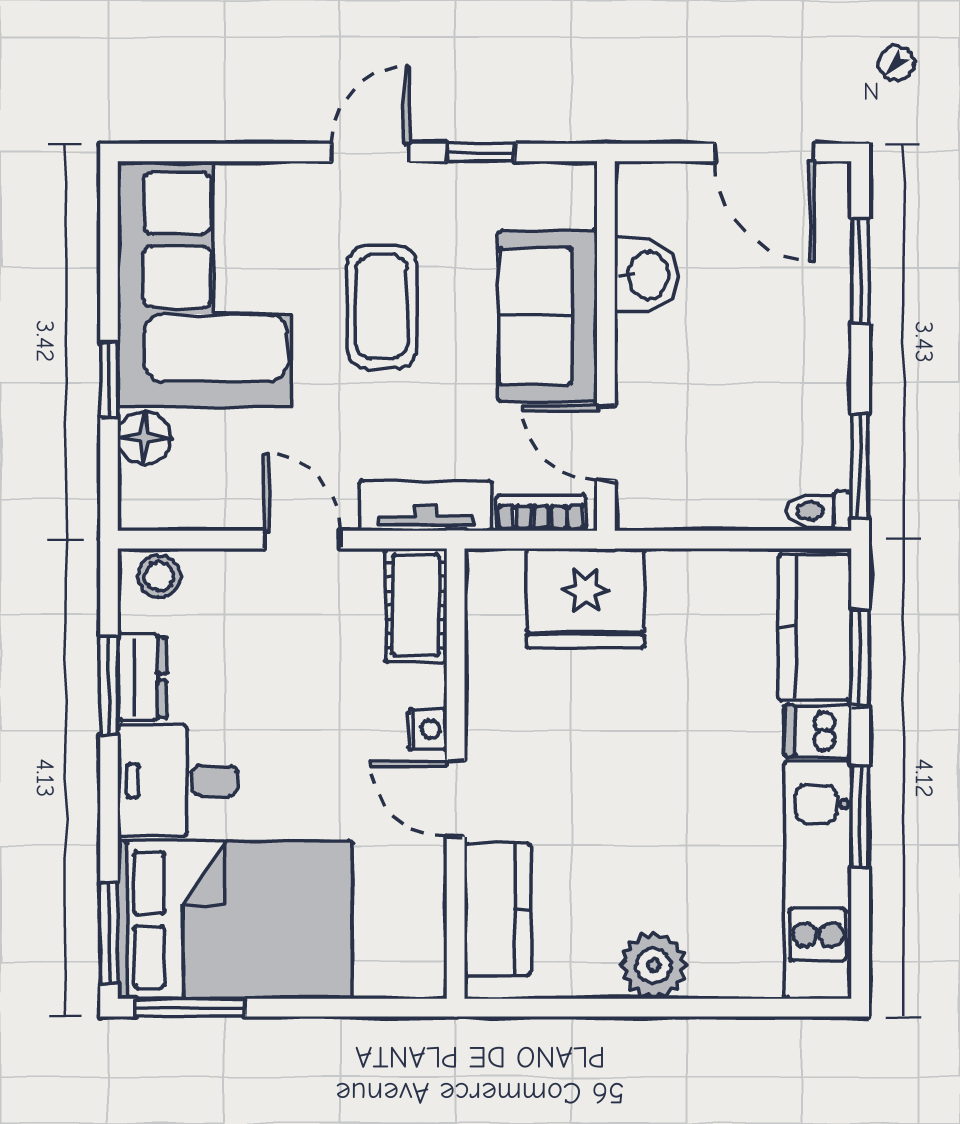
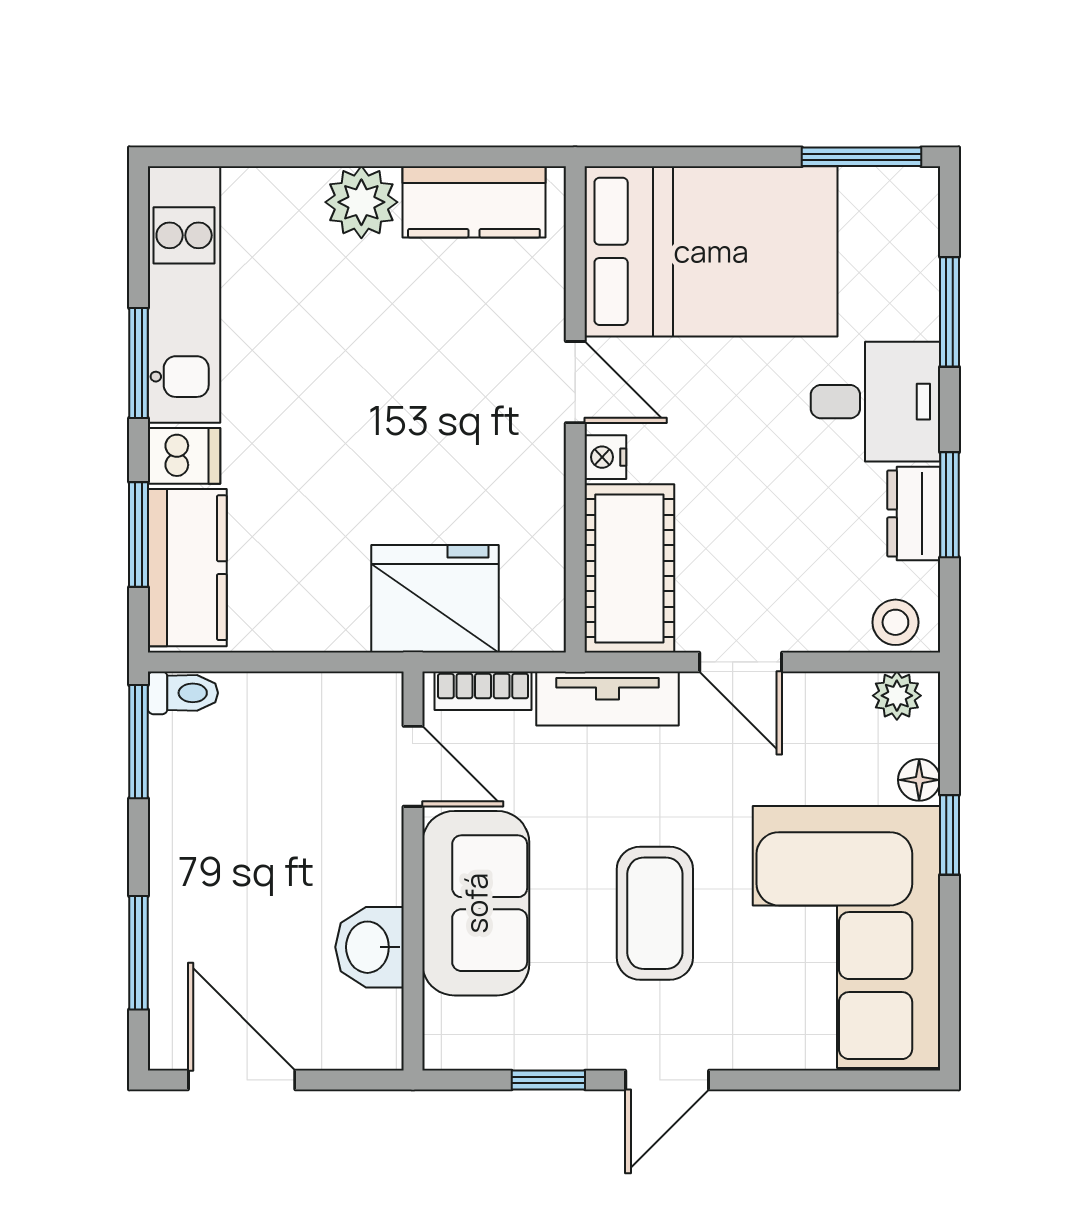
floor lamp: (144, 438) -> (919, 780), width x0.73, depth x0.73
plant: (158, 509) -> (897, 696), added
cot: (416, 605) -> (629, 568), width x1.37, depth x1.34
kitchen counter: (497, 910) -> (474, 202), moved, turned -90
bed: (235, 920) -> (711, 251), moved, turned 180
window: (109, 933) -> (949, 312), moved

